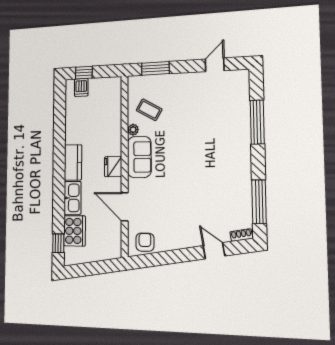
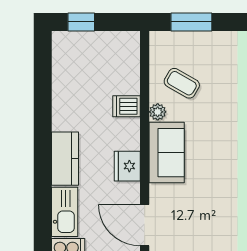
dishwasher: (81, 87) -> (127, 106), moved, turned 90

